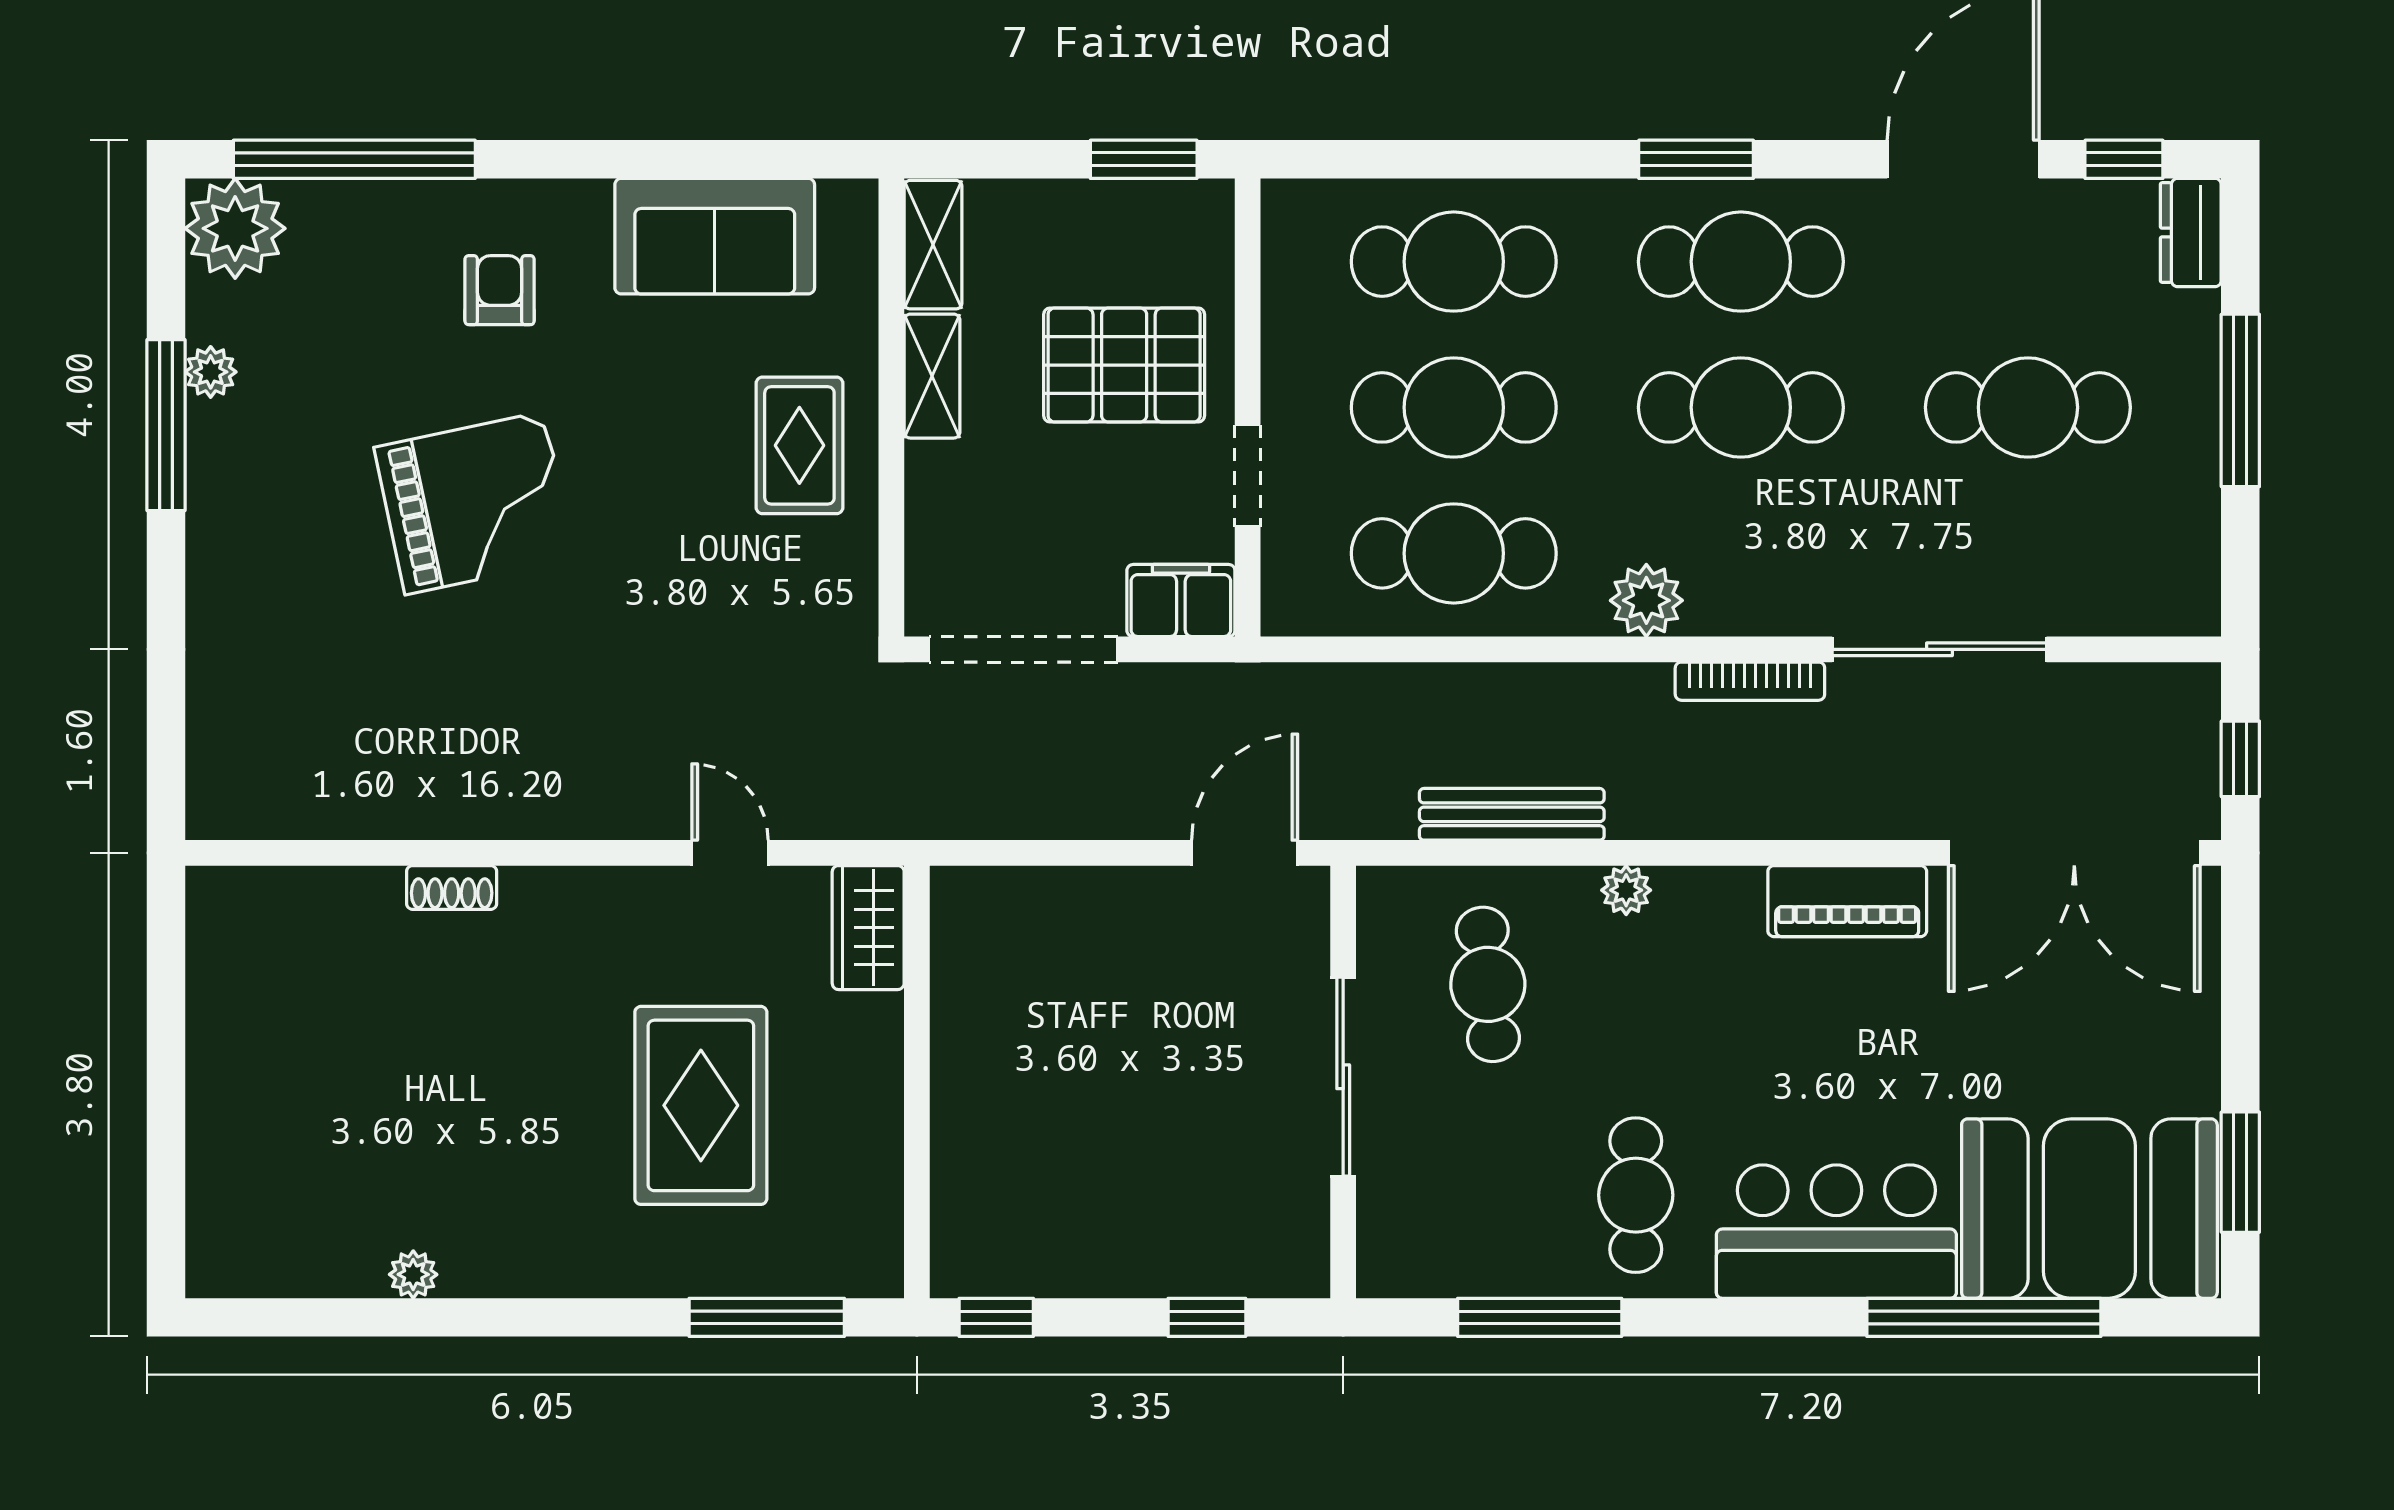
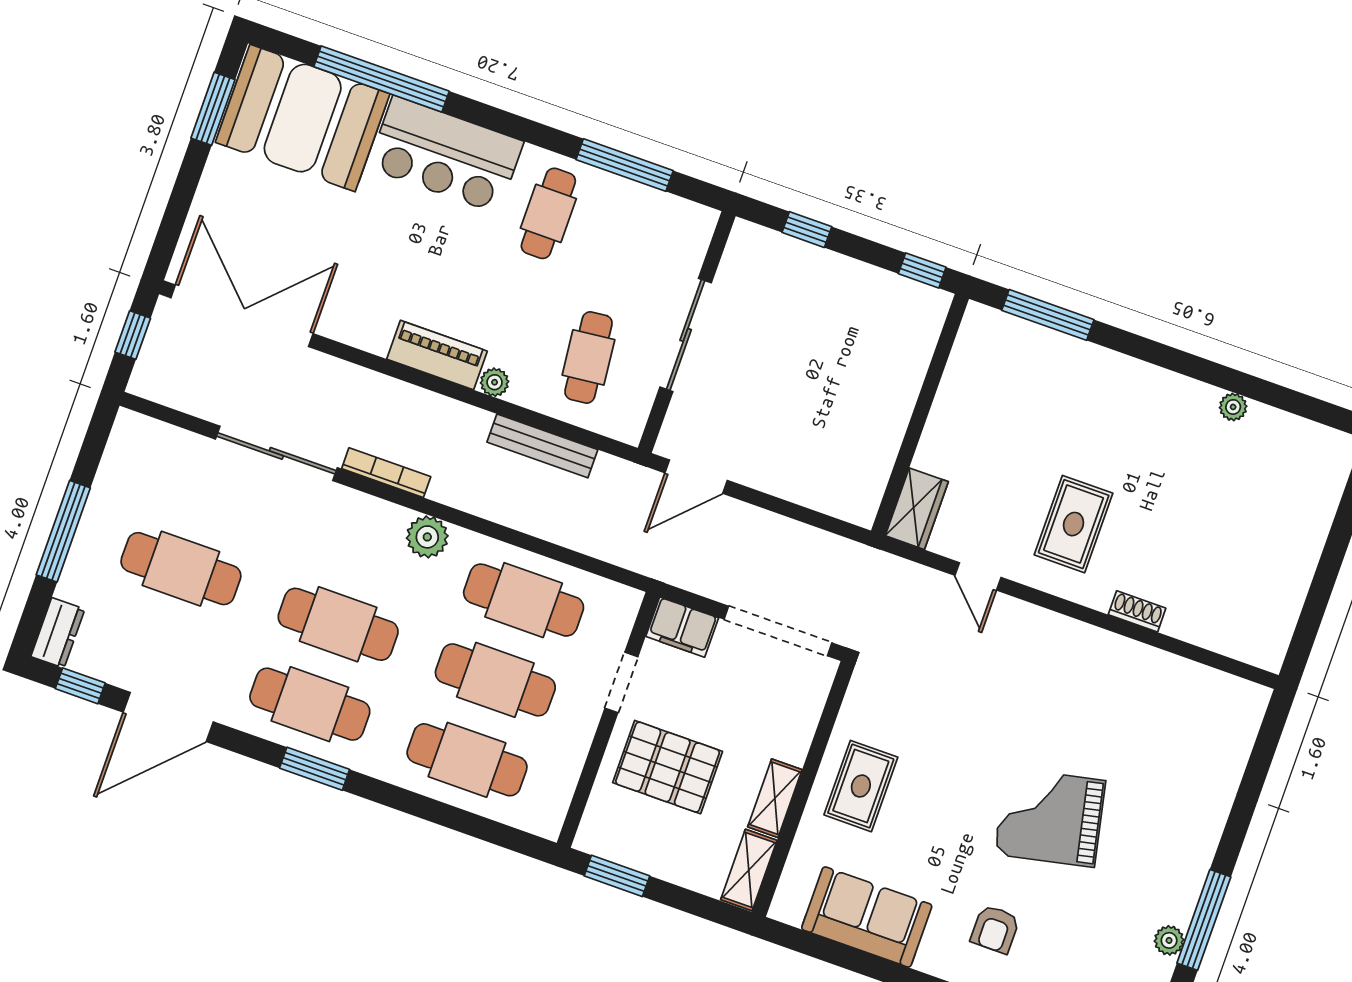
piano: (1847, 901) -> (437, 355), moved
rug: (701, 1105) -> (1074, 524), moved, width x0.73, depth x0.70

